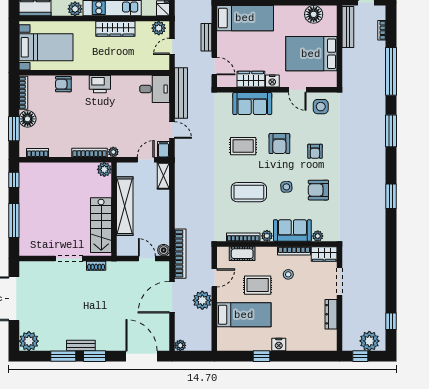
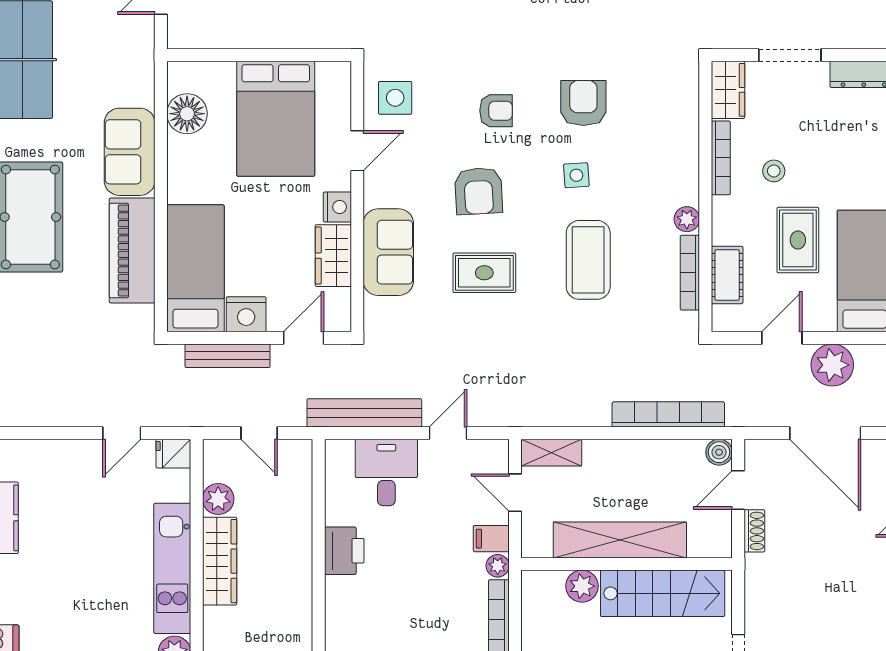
bench: (348, 27) -> (216, 36), removed
plant: (159, 28) -> (218, 499), moved
bench: (206, 37) -> (228, 356), width x1.36
nightstand: (225, 41) -> (246, 314), added
printer: (100, 84) -> (344, 551), moved
desk: (155, 89) -> (386, 472), moved
armchair: (279, 144) -> (479, 191), turned 87
rug: (243, 146) -> (484, 273), turned 90
filing cabinet: (163, 149) -> (491, 539), moved
plant: (104, 169) -> (582, 586), moved
armchair: (318, 190) -> (583, 103), turned 180
sofa: (292, 231) -> (675, 162), removed
plant: (318, 236) -> (687, 104), removed
bookcase: (180, 254) -> (668, 414), moved
shoe rack: (96, 266) -> (754, 531), moved
door: (214, 278) -> (782, 338), hinge flipped

